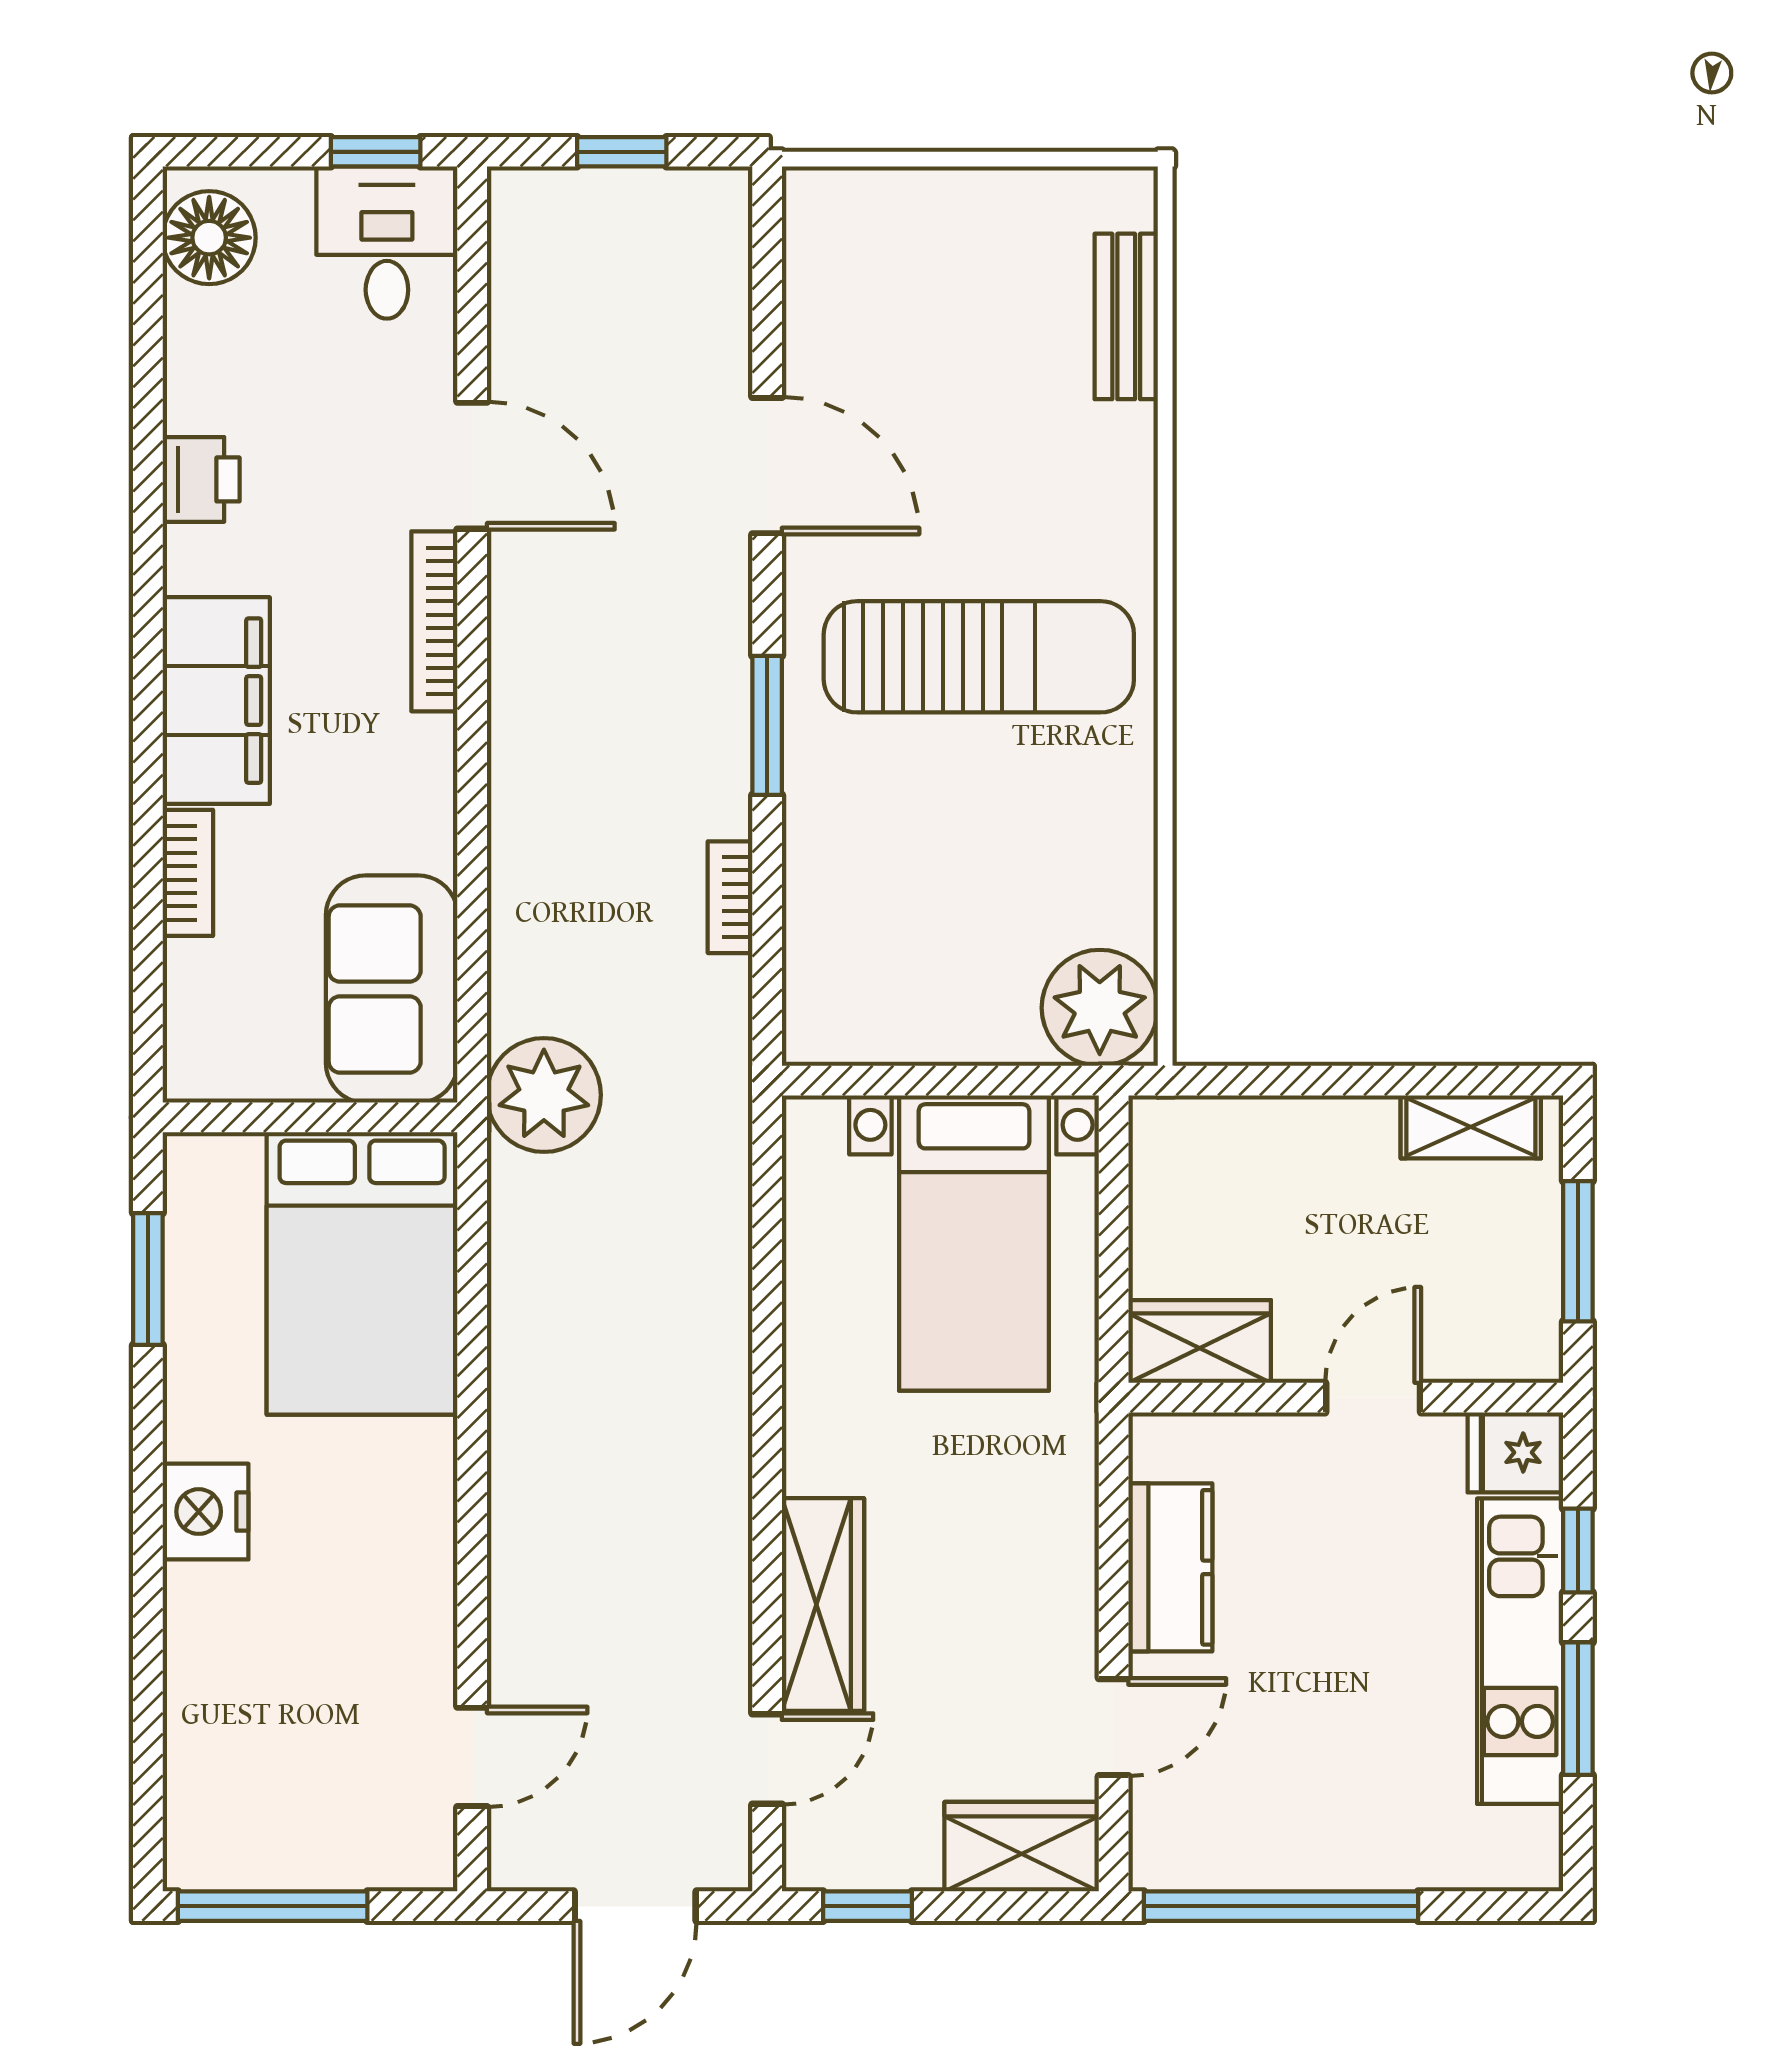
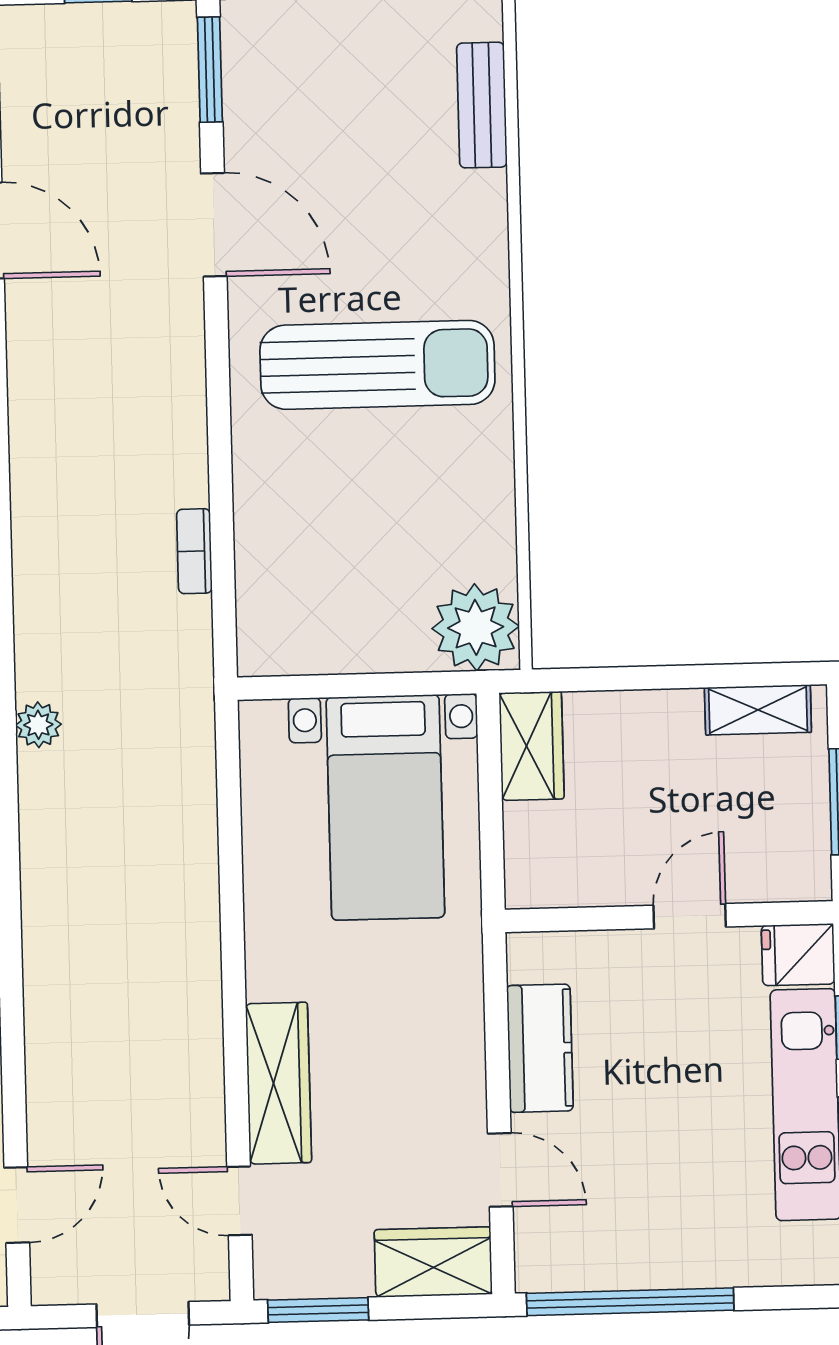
window: (767, 725) -> (210, 70), moved
plant: (544, 1095) -> (38, 725), width x0.53, depth x0.53
wardrobe: (1200, 1341) -> (532, 746), moved, turned 90
door: (1114, 1727) -> (500, 1170), hinge flipped
door: (767, 1759) -> (239, 1201), swing flipped
window: (868, 1906) -> (318, 1310), width x1.50

